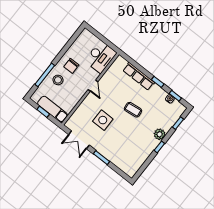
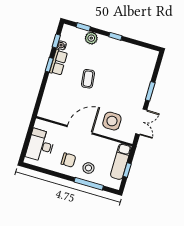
desk: (101, 57) -> (40, 145), moved, turned -90
row of seats: (139, 76) -> (58, 62), moved, width x0.68
door: (93, 86) -> (80, 130), width x1.88
side table: (103, 120) -> (112, 121), moved
plant: (160, 134) -> (91, 38), moved

